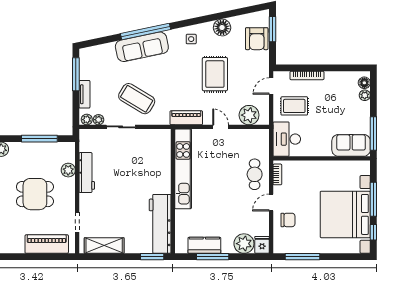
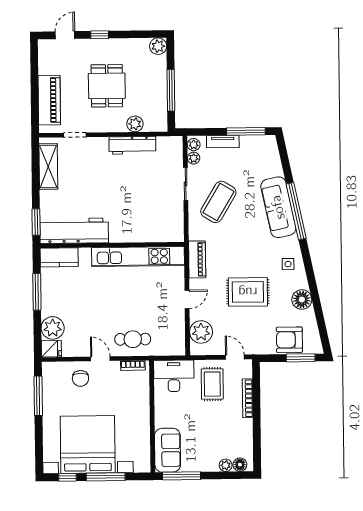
kitchen counter: (204, 245) -> (59, 257), moved, turned 90

